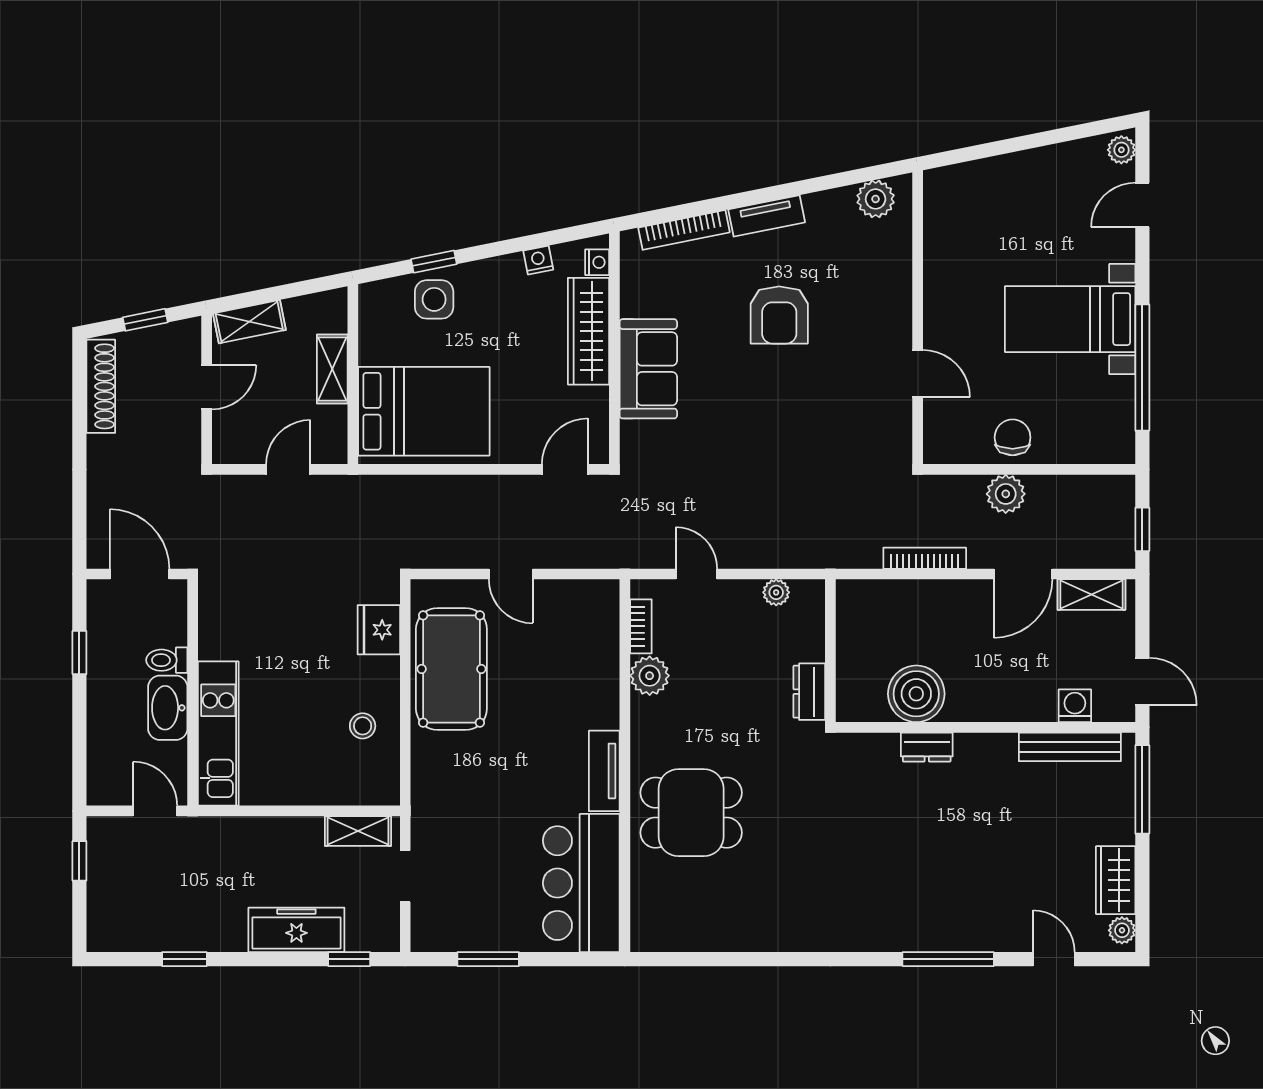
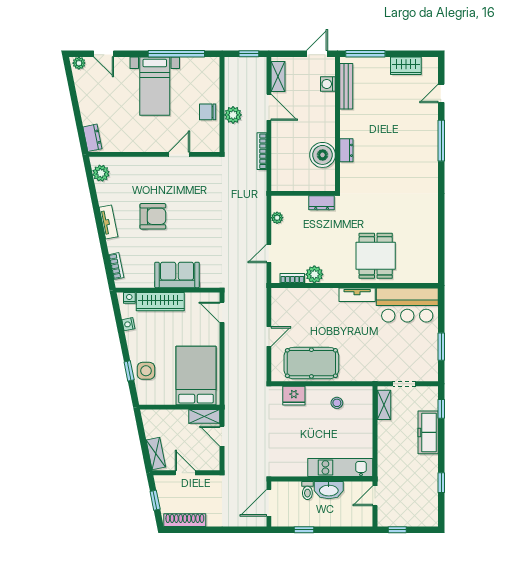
dresser: (955, 180) -> (92, 138), added
bookcase: (684, 230) -> (116, 266), width x0.64
shelving: (332, 369) -> (204, 416), moved
plant: (1122, 930) -> (428, 63), removed

